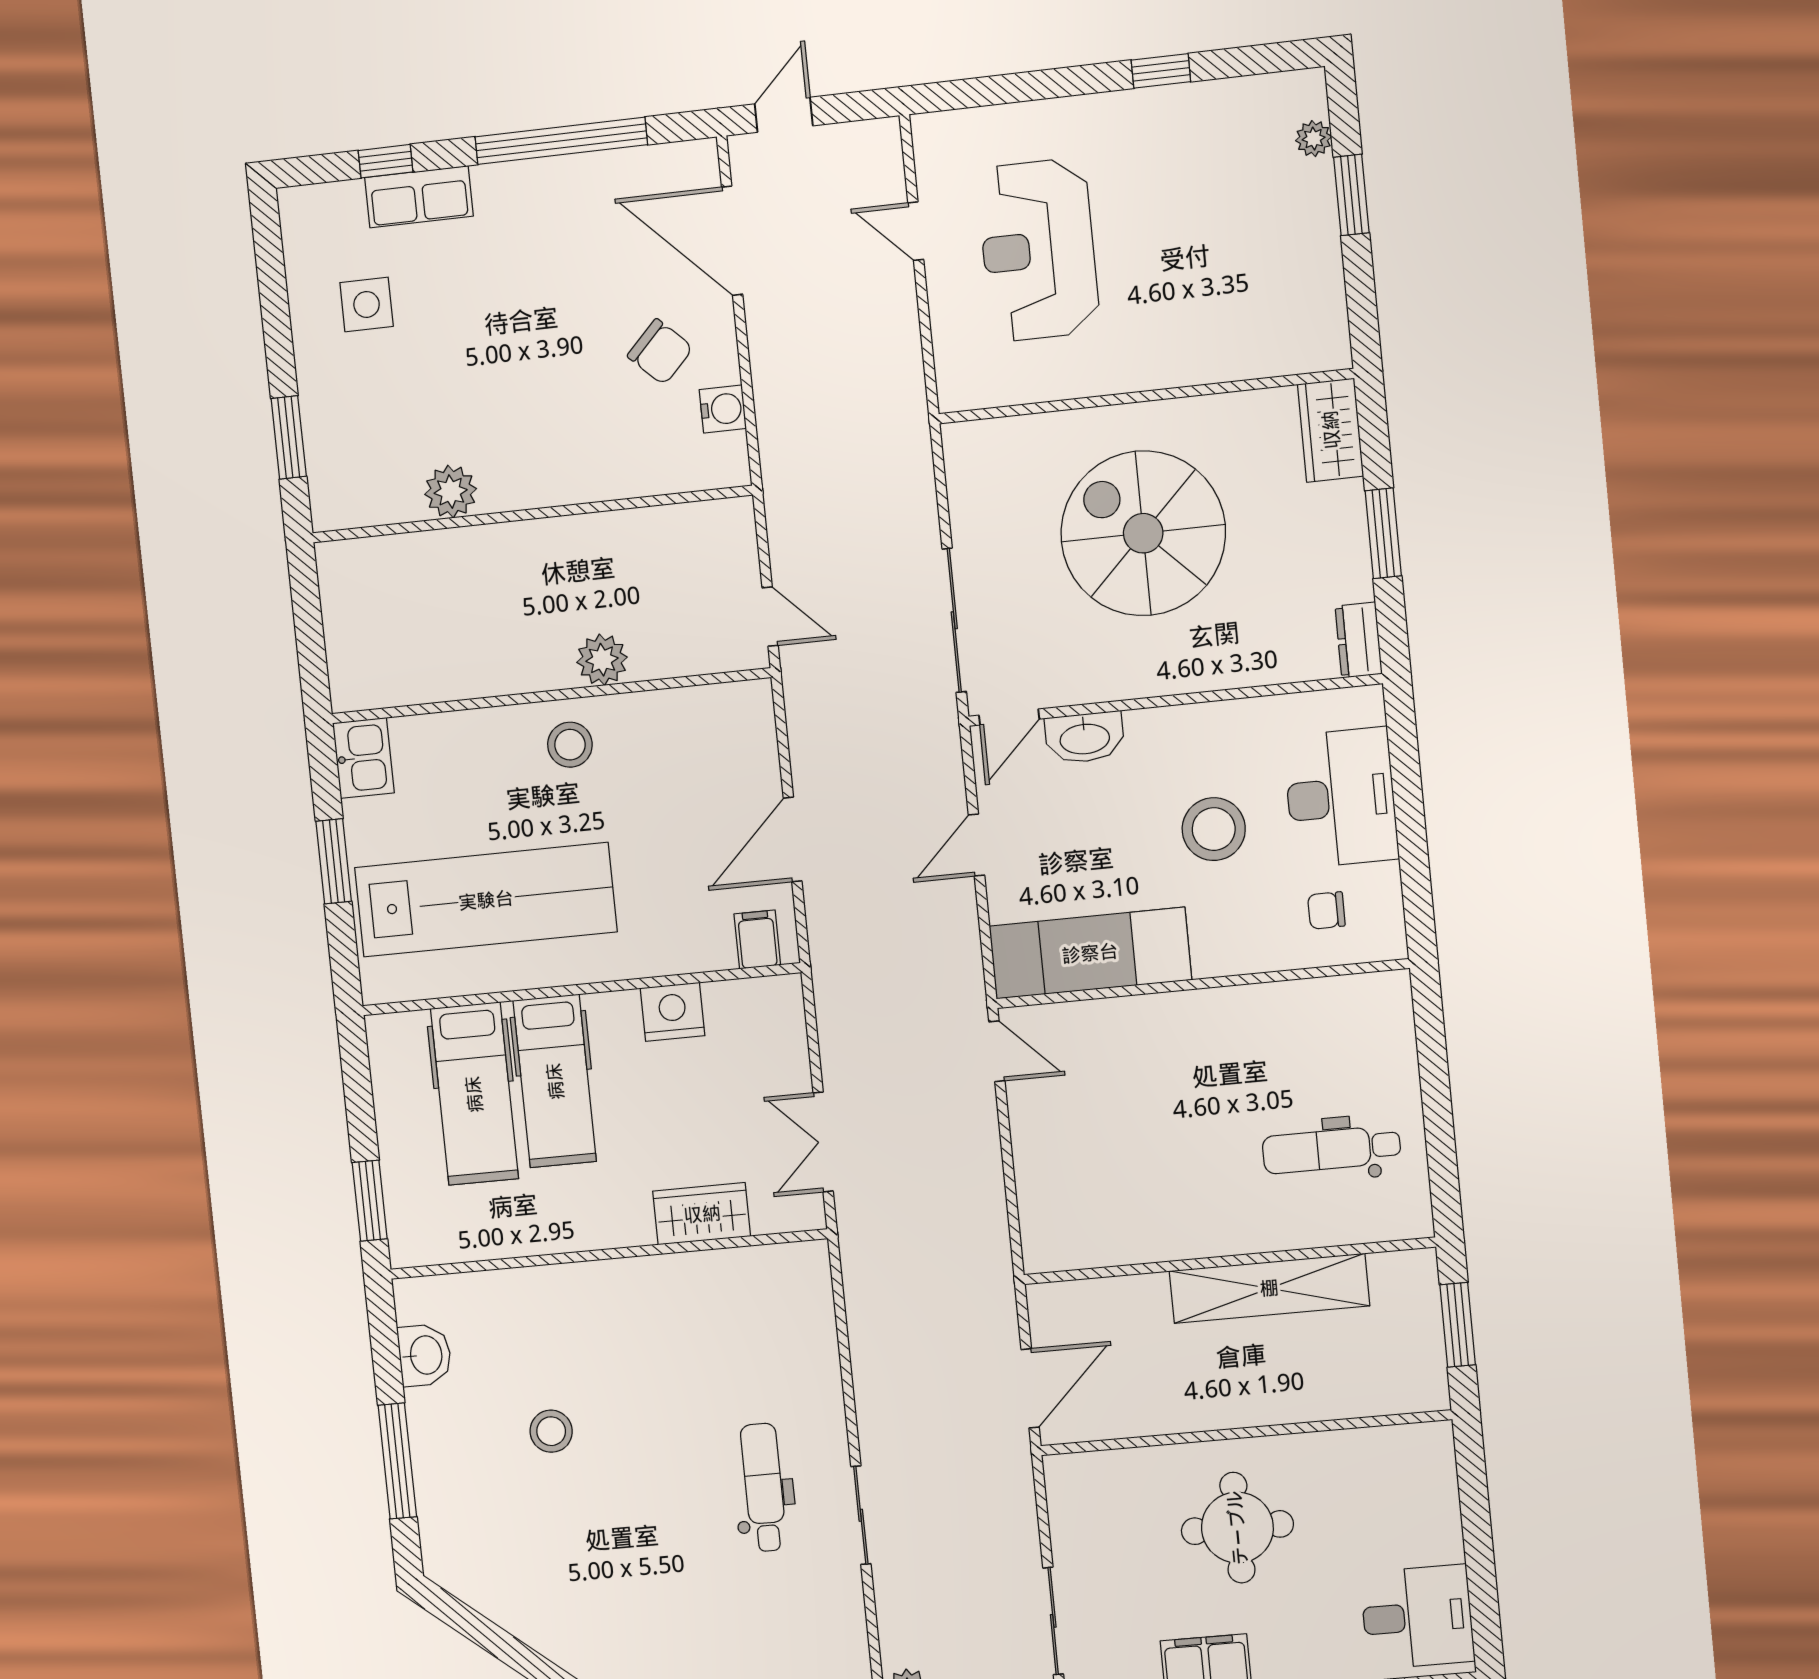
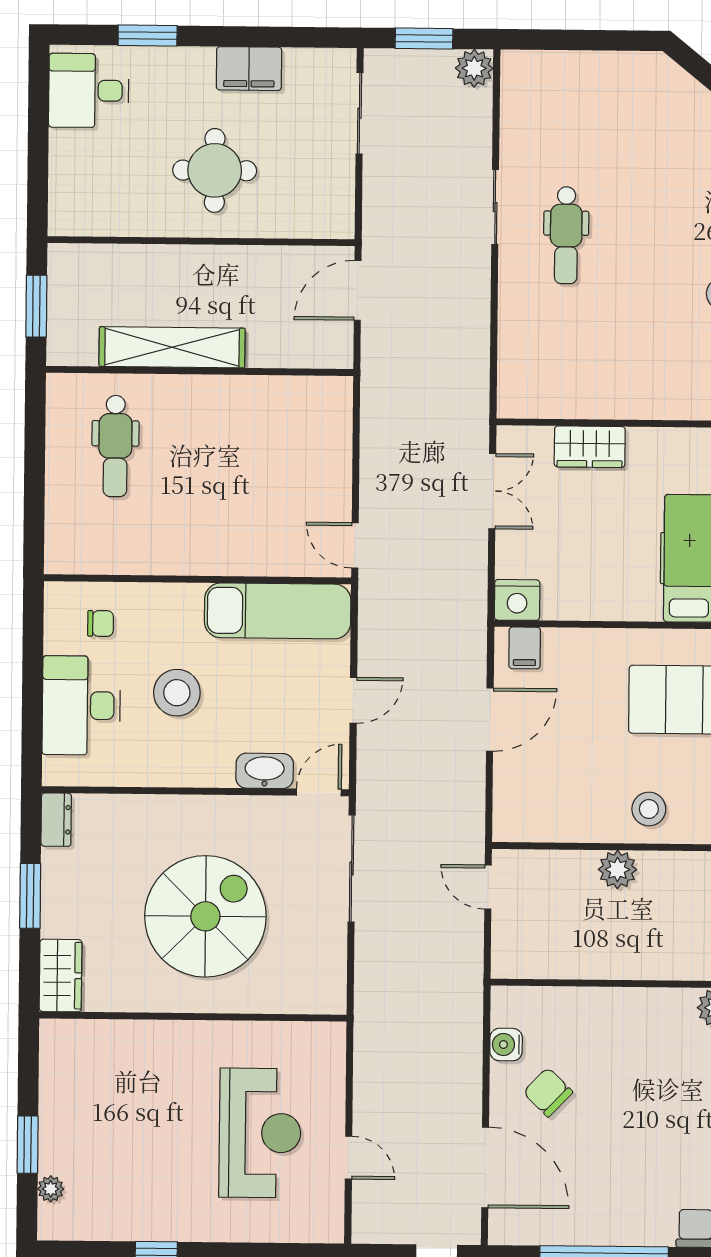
spiral stairs: (1143, 533) -> (205, 916), turned -90
nightstand: (673, 1012) -> (517, 600), moved
dental chair: (1332, 1149) -> (115, 446), turned 90

